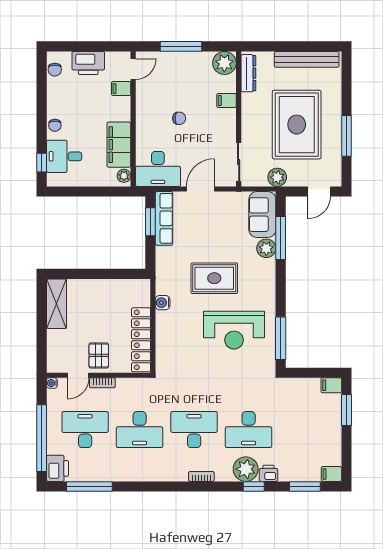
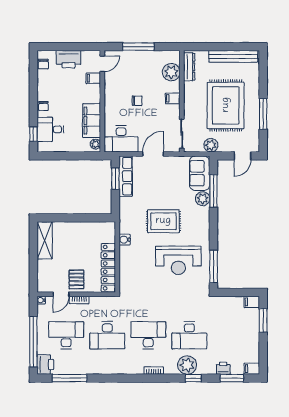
plant: (224, 63) -> (171, 72), moved
filing cabinet: (226, 100) -> (173, 98), moved
printer: (268, 473) -> (223, 368), moved

